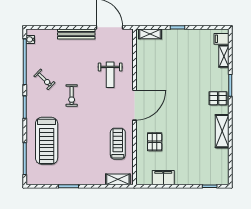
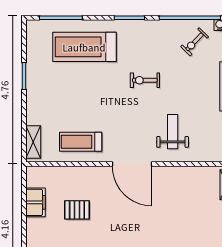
weight bench: (110, 75) -> (173, 132), turned 90
exercise bike: (44, 79) -> (195, 42), moved
pallet: (155, 142) -> (77, 210), moved
treadmill: (118, 144) -> (81, 142), turned 180

